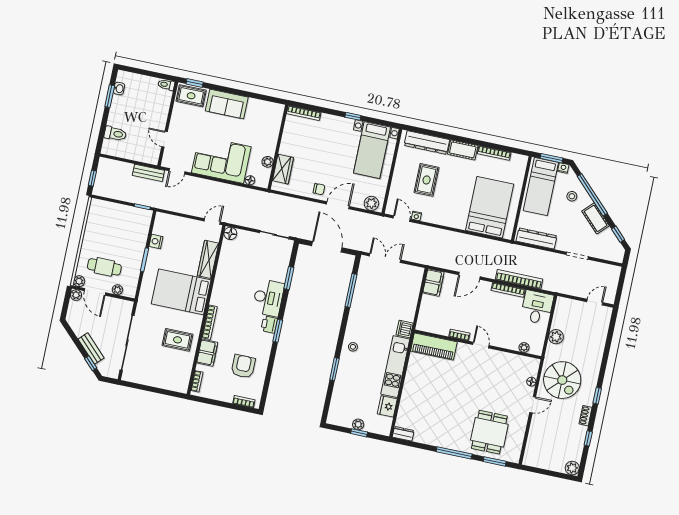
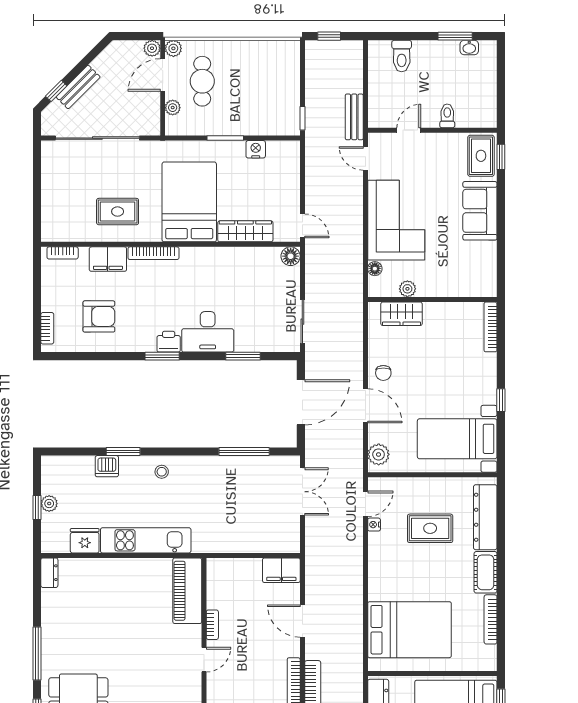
toilet: (166, 85) -> (447, 116), moved
dishwasher: (405, 329) -> (107, 466), moved, turned 180
rug: (178, 340) -> (118, 212), turned 90

